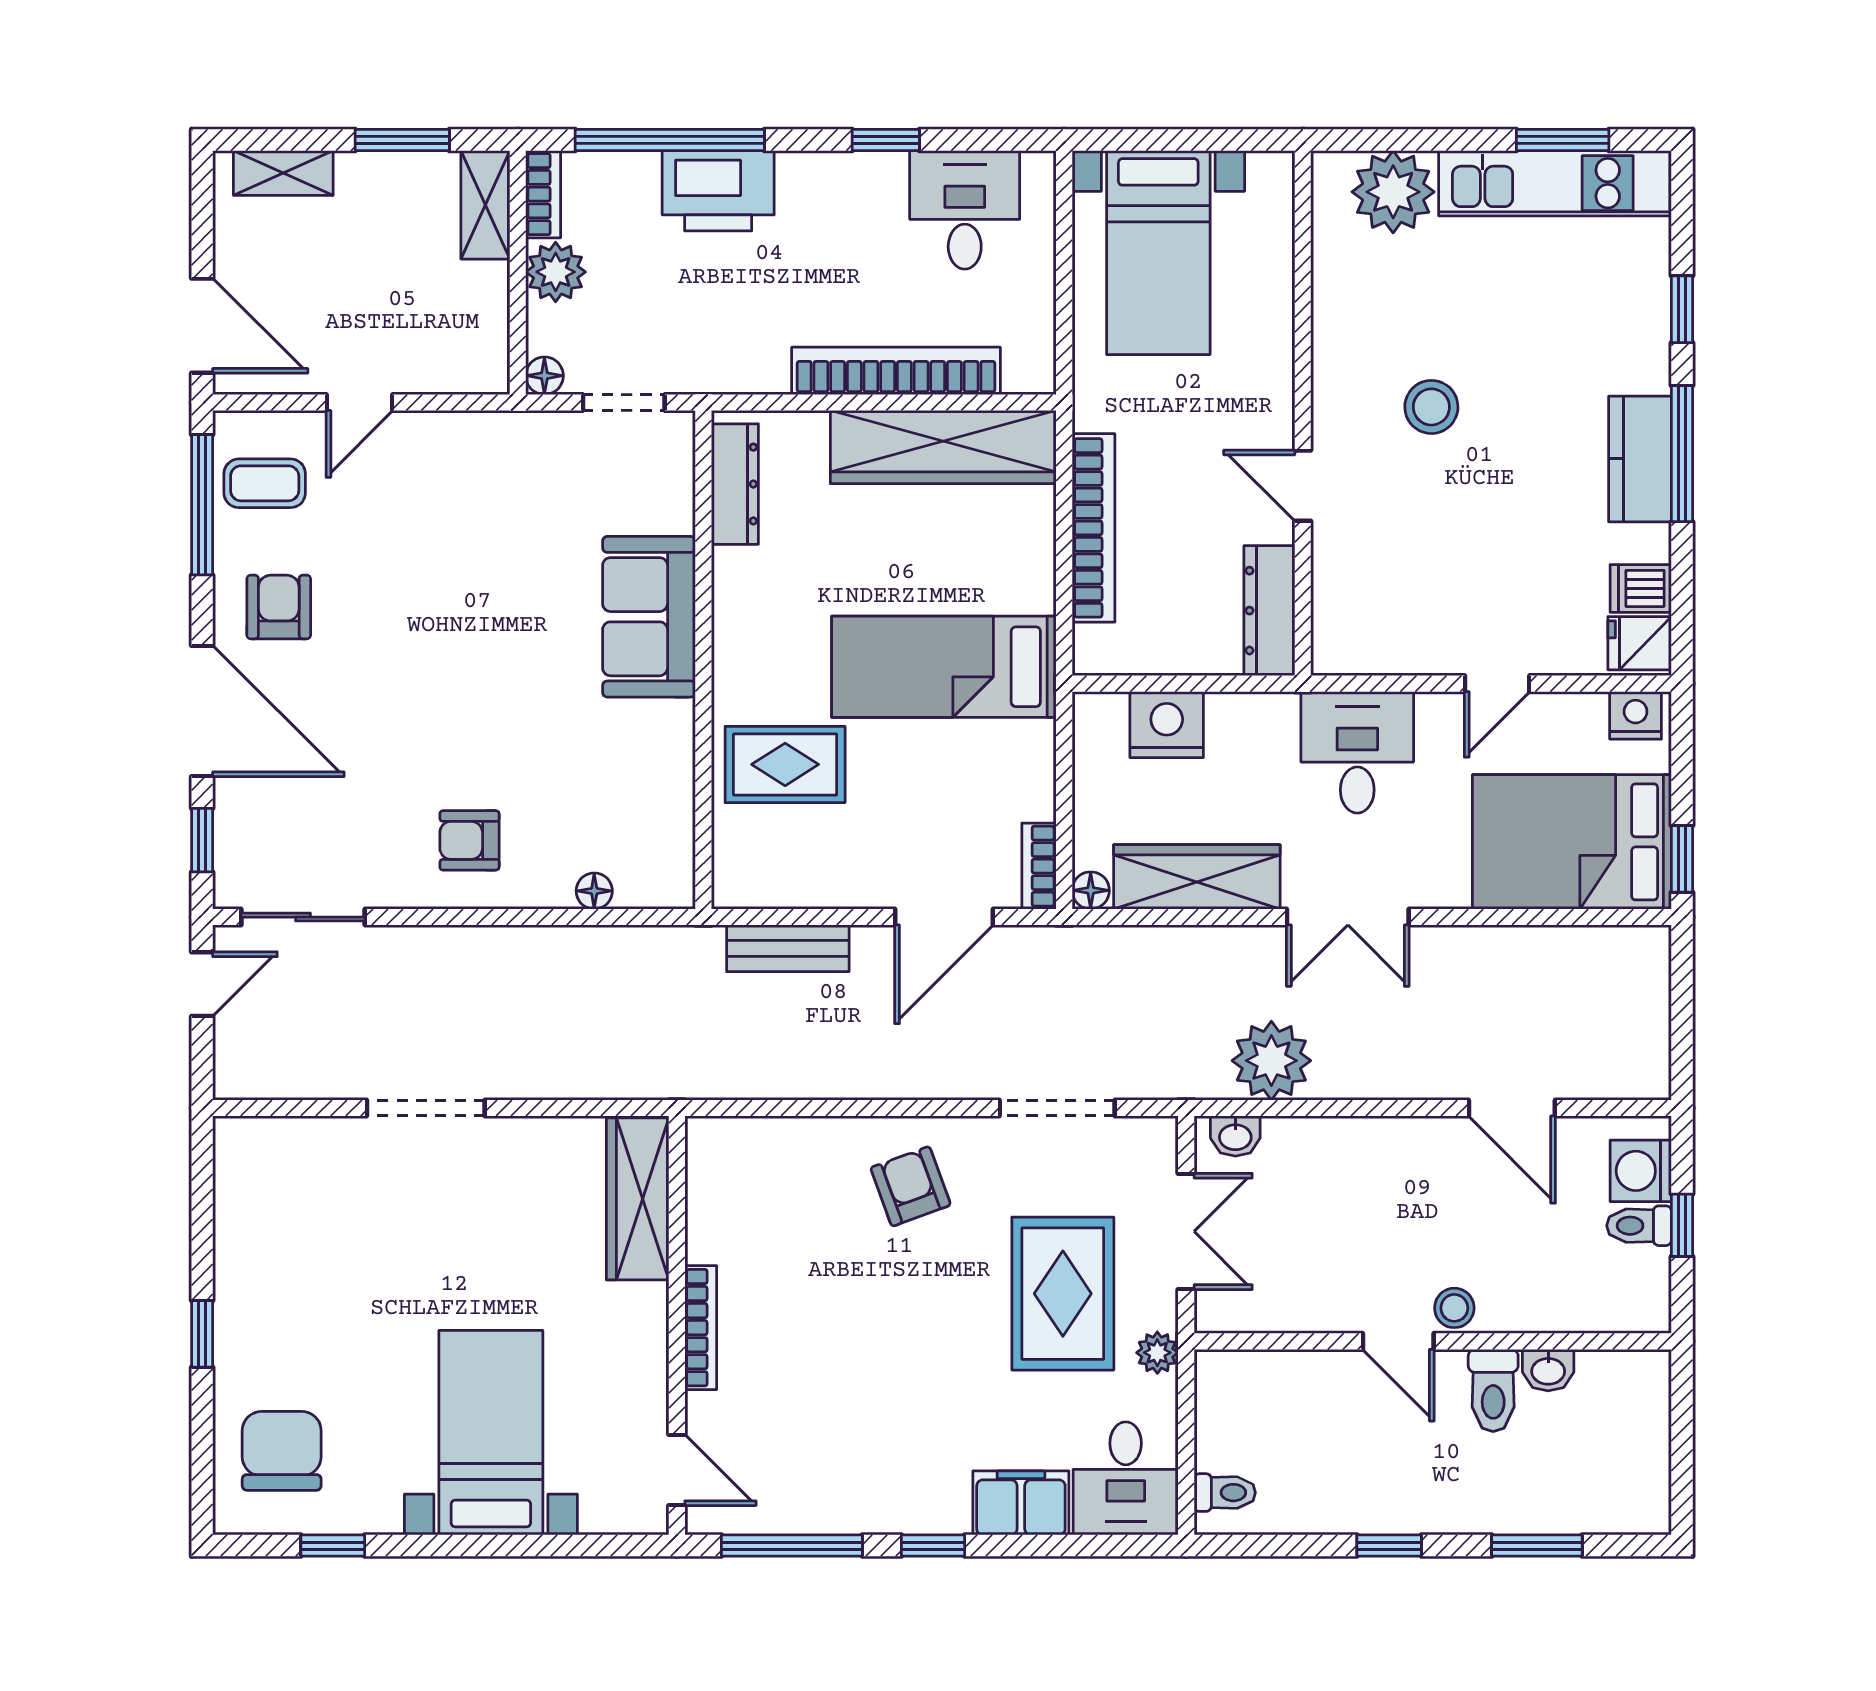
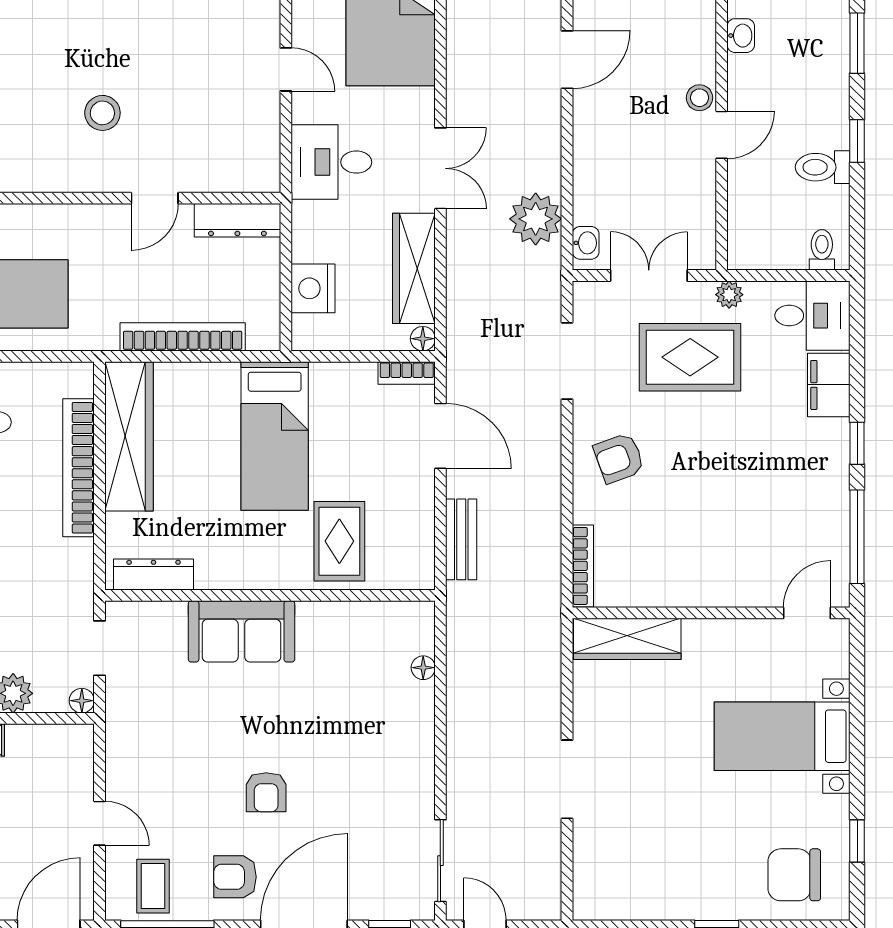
armchair: (469, 840) -> (266, 792), moved
bookcase: (701, 1328) -> (583, 566), moved, turned 90
toilet: (1493, 1390) -> (823, 167), moved, turned 180

